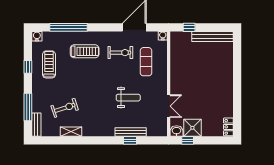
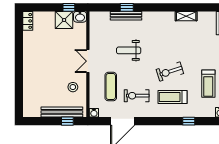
window: (68, 27) -> (189, 121), width x0.32
bench: (213, 36) -> (62, 112), moved
stool: (184, 61) -> (73, 87), added
double door: (169, 106) -> (88, 61), moved
exercise bike: (65, 108) -> (170, 71), moved

